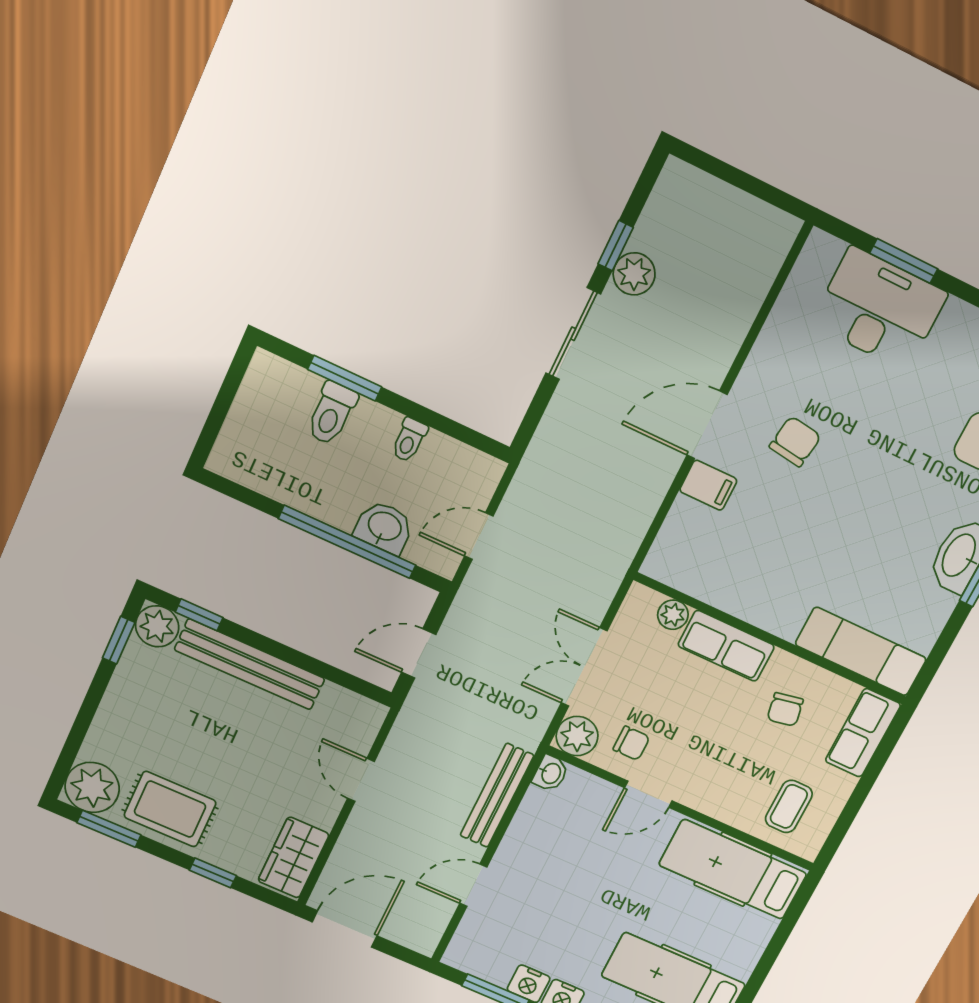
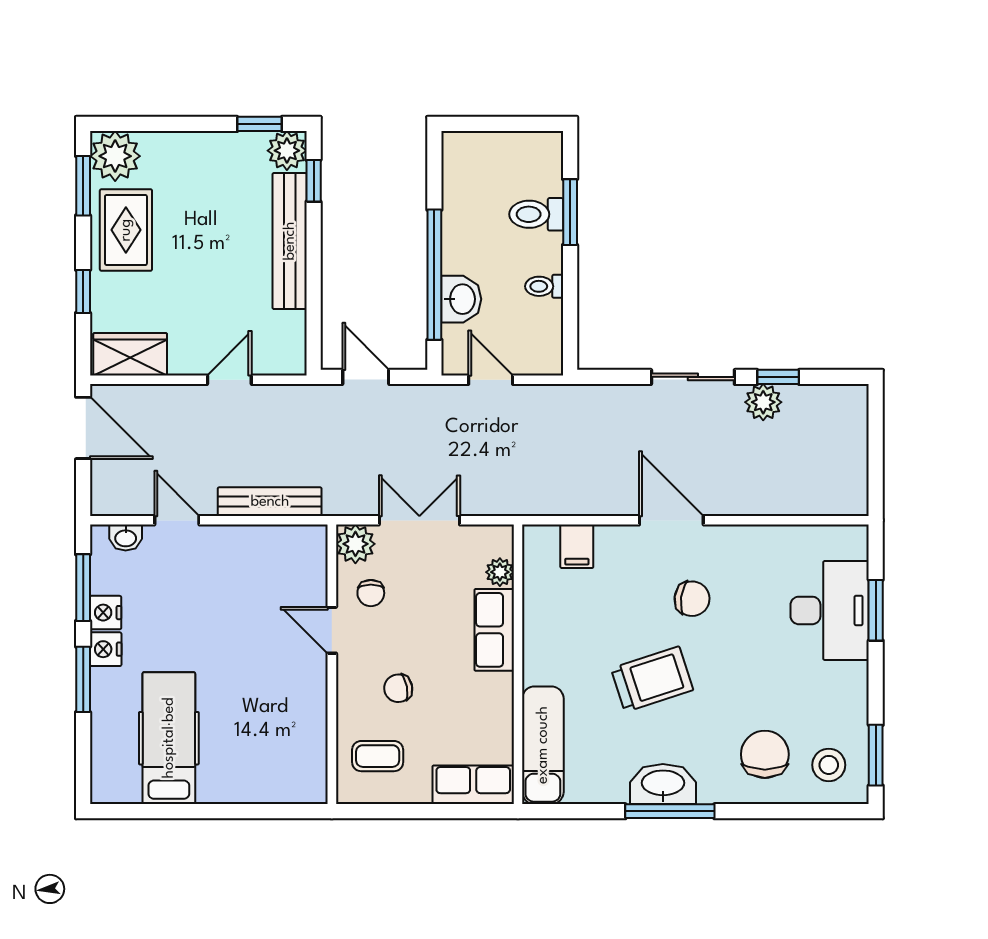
filing cabinet: (708, 485) -> (577, 546), moved
trolley: (853, 518) -> (652, 679), added
chair: (785, 709) -> (398, 688), moved
washbasin: (551, 773) -> (126, 538), moved
hospital bed: (733, 869) -> (297, 737), removed

